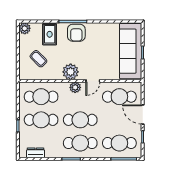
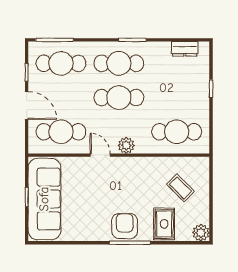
plant: (71, 72) -> (133, 169), removed
door: (93, 81) -> (100, 155), hinge flipped
cafe table: (41, 120) -> (177, 98), removed

